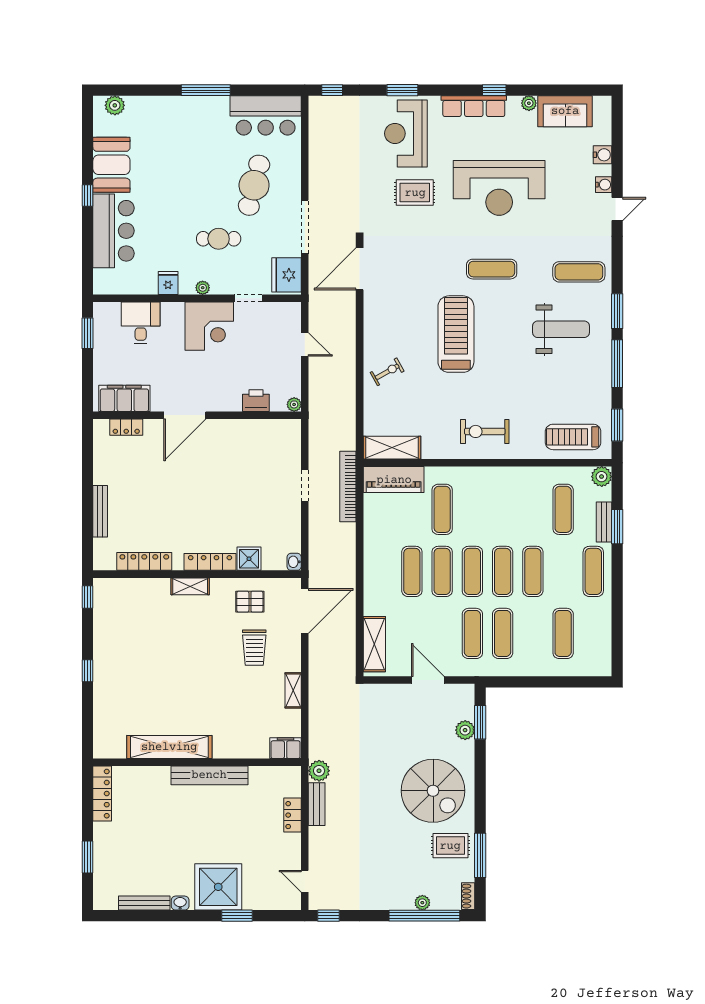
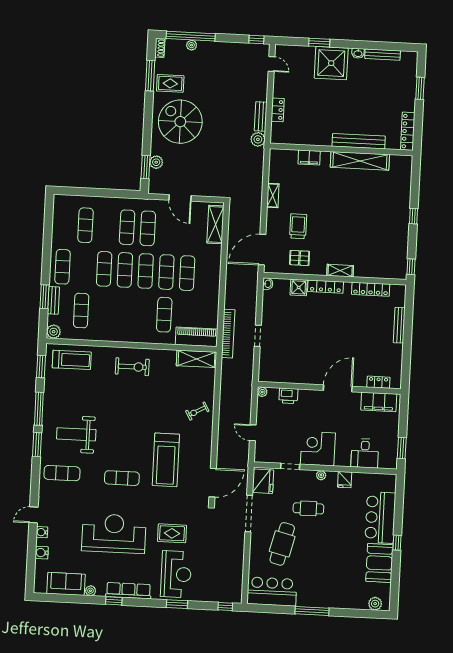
treadmill: (456, 334) -> (166, 460), moved
filing cabinet: (286, 748) -> (309, 158), moved
bench: (209, 775) -> (359, 141), moved

